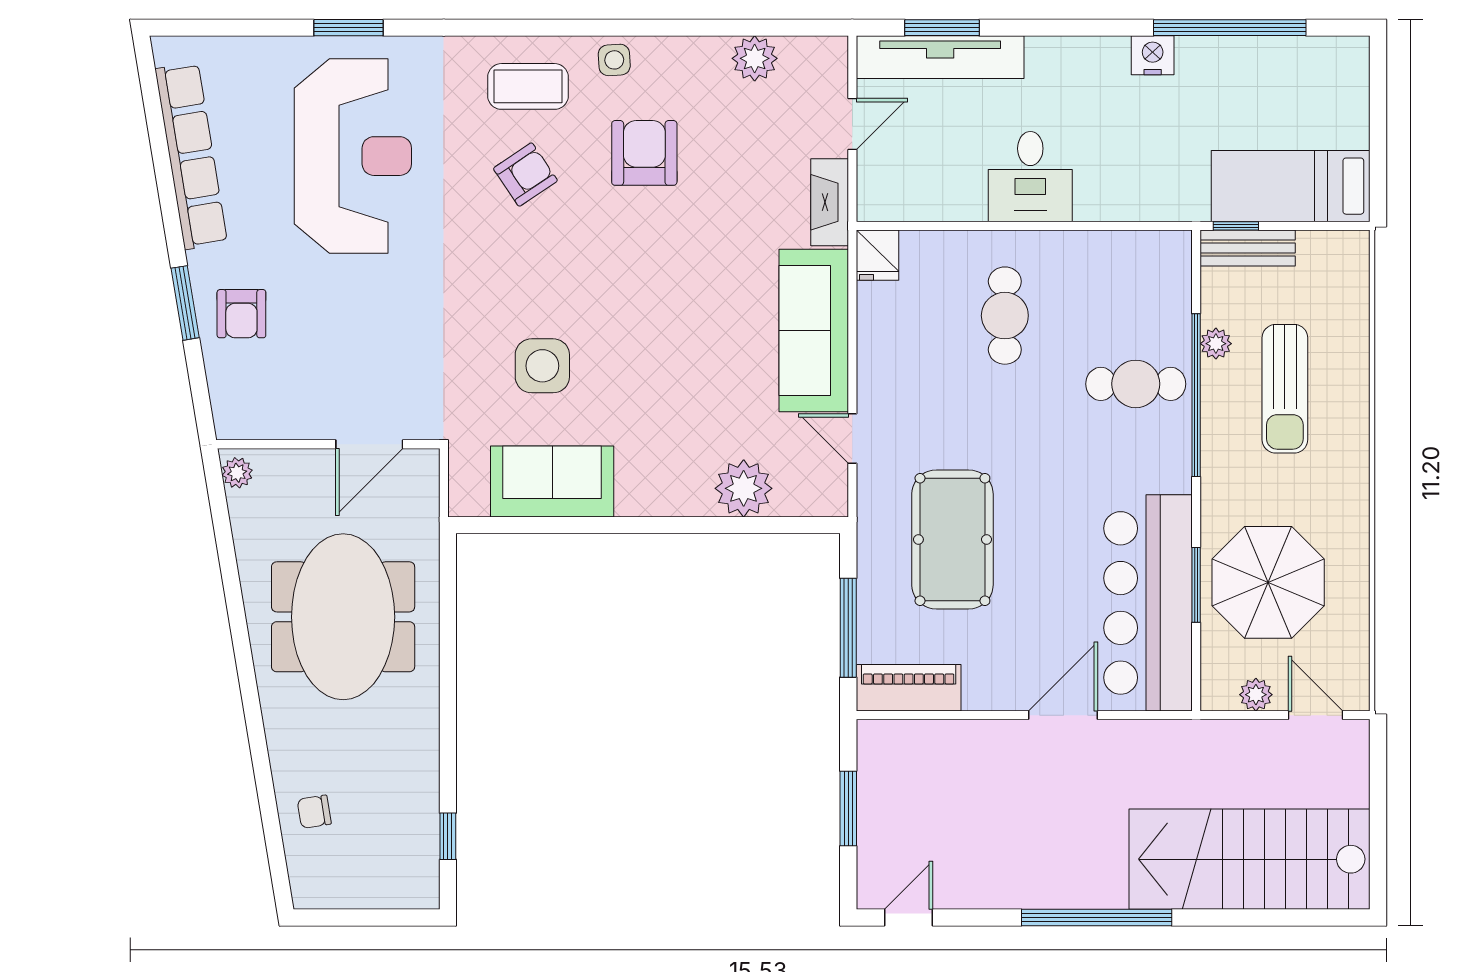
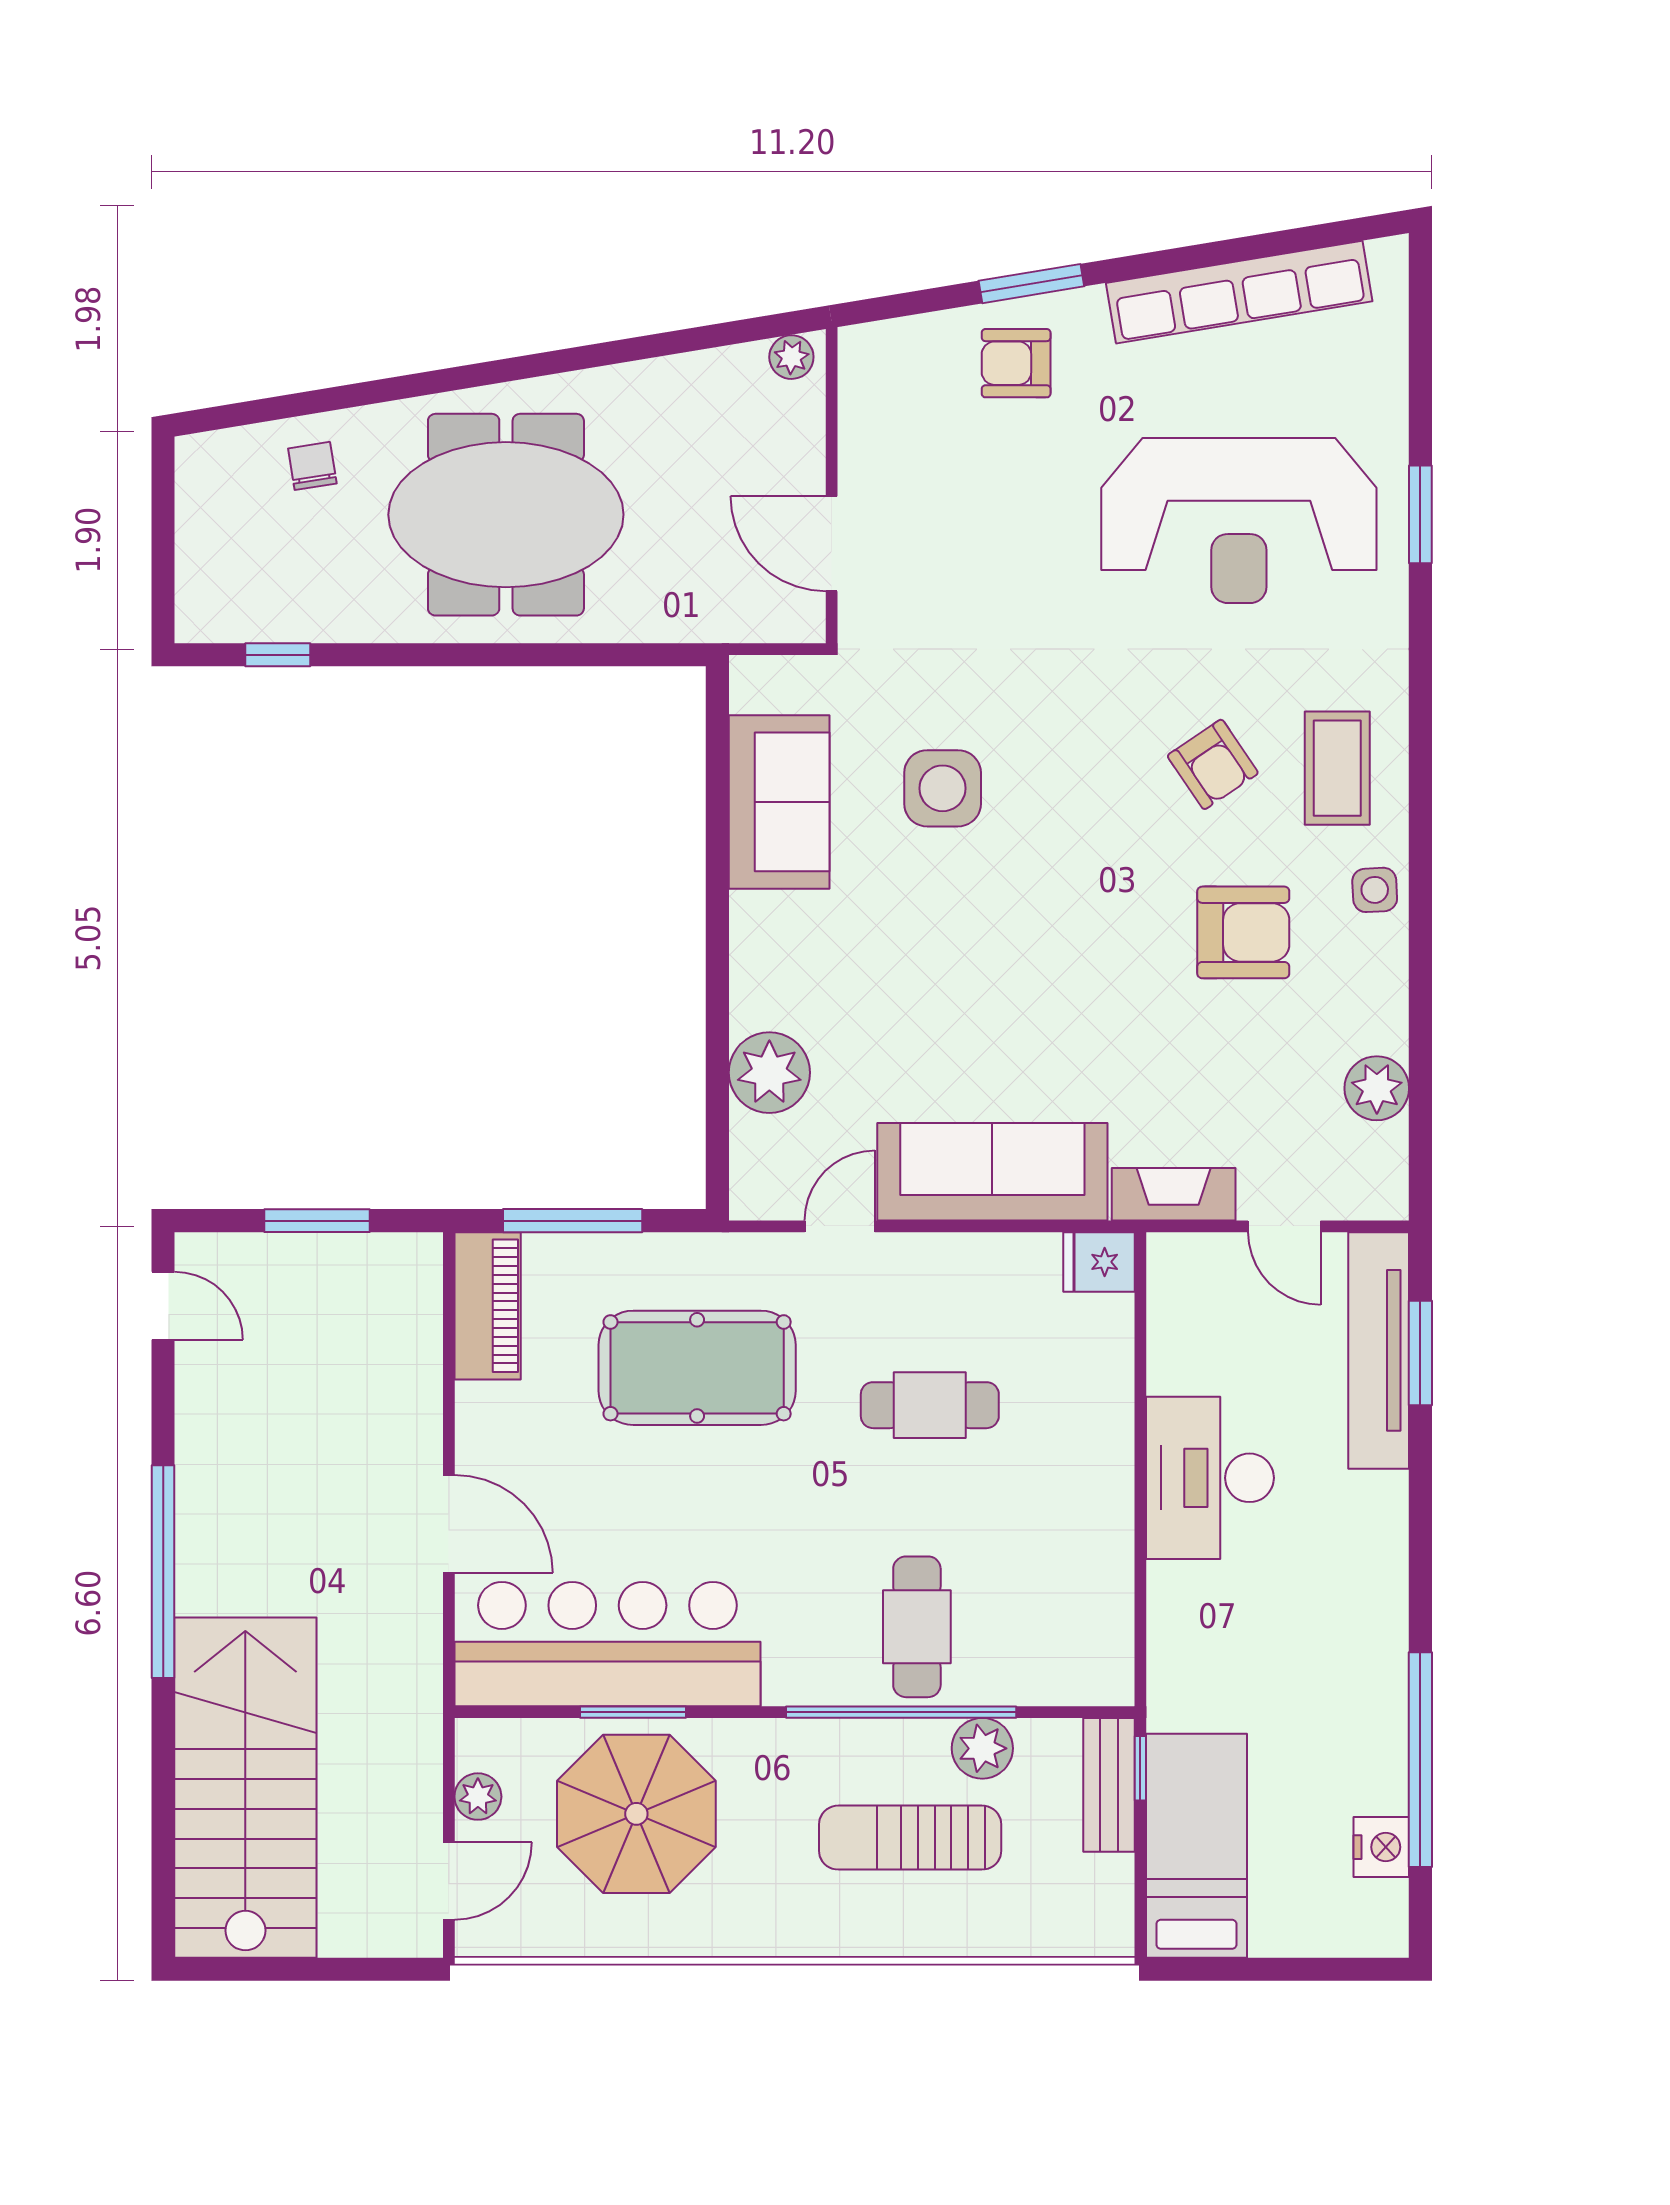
nightstand: (1153, 55) -> (1381, 1847), moved
desk: (1030, 177) -> (1210, 1478), width x1.37
cafe table: (1005, 316) -> (930, 1405), moved
plant: (1216, 344) -> (982, 1748), width x1.38, depth x1.38
meeting table: (343, 617) -> (506, 515), moved

